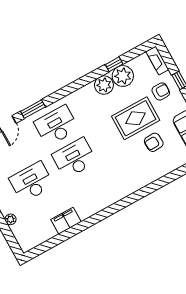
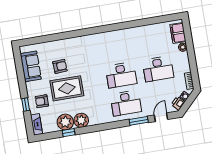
filing cabinet: (66, 221) -> (178, 33), moved, turned 90

